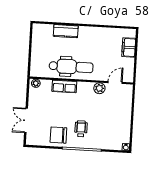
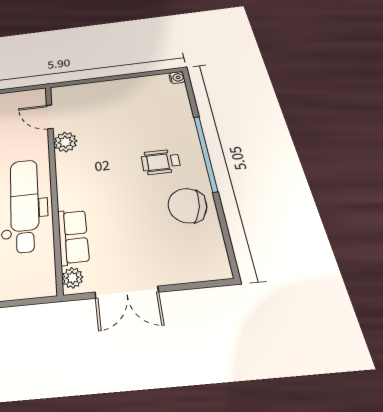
row of seats: (64, 86) -> (73, 237), moved
double door: (26, 120) -> (127, 292), moved
chair: (58, 135) -> (187, 206), turned 104

